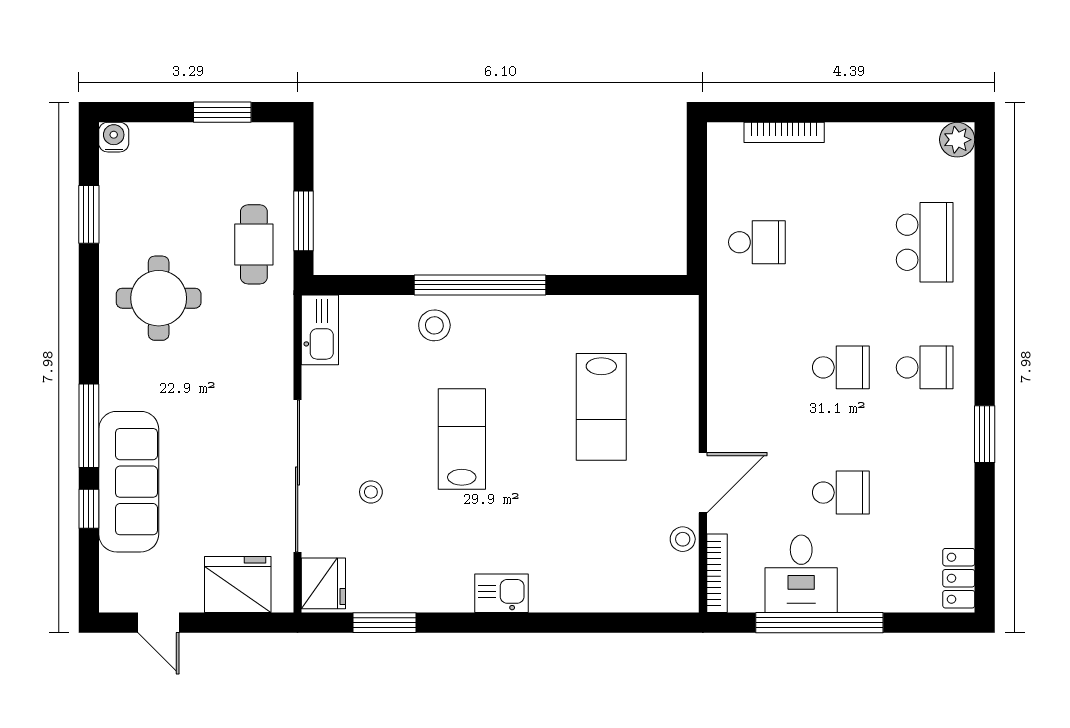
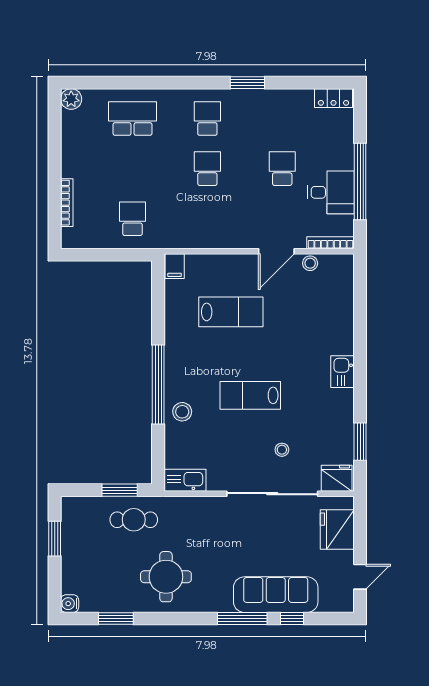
filing cabinet: (678, 313) -> (175, 266), added
door: (703, 483) -> (276, 251), swing flipped

